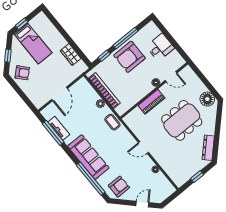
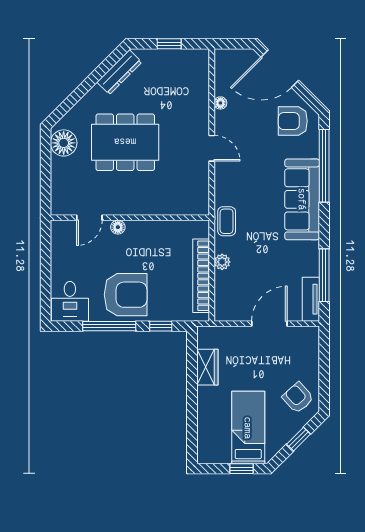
desk: (160, 47) -> (70, 301), moved, turned -90
door: (171, 77) -> (89, 218), swing flipped
piano: (151, 102) -> (147, 205), removed
tv unit: (59, 128) -> (311, 299), moved
door: (142, 204) -> (280, 69), width x1.87

